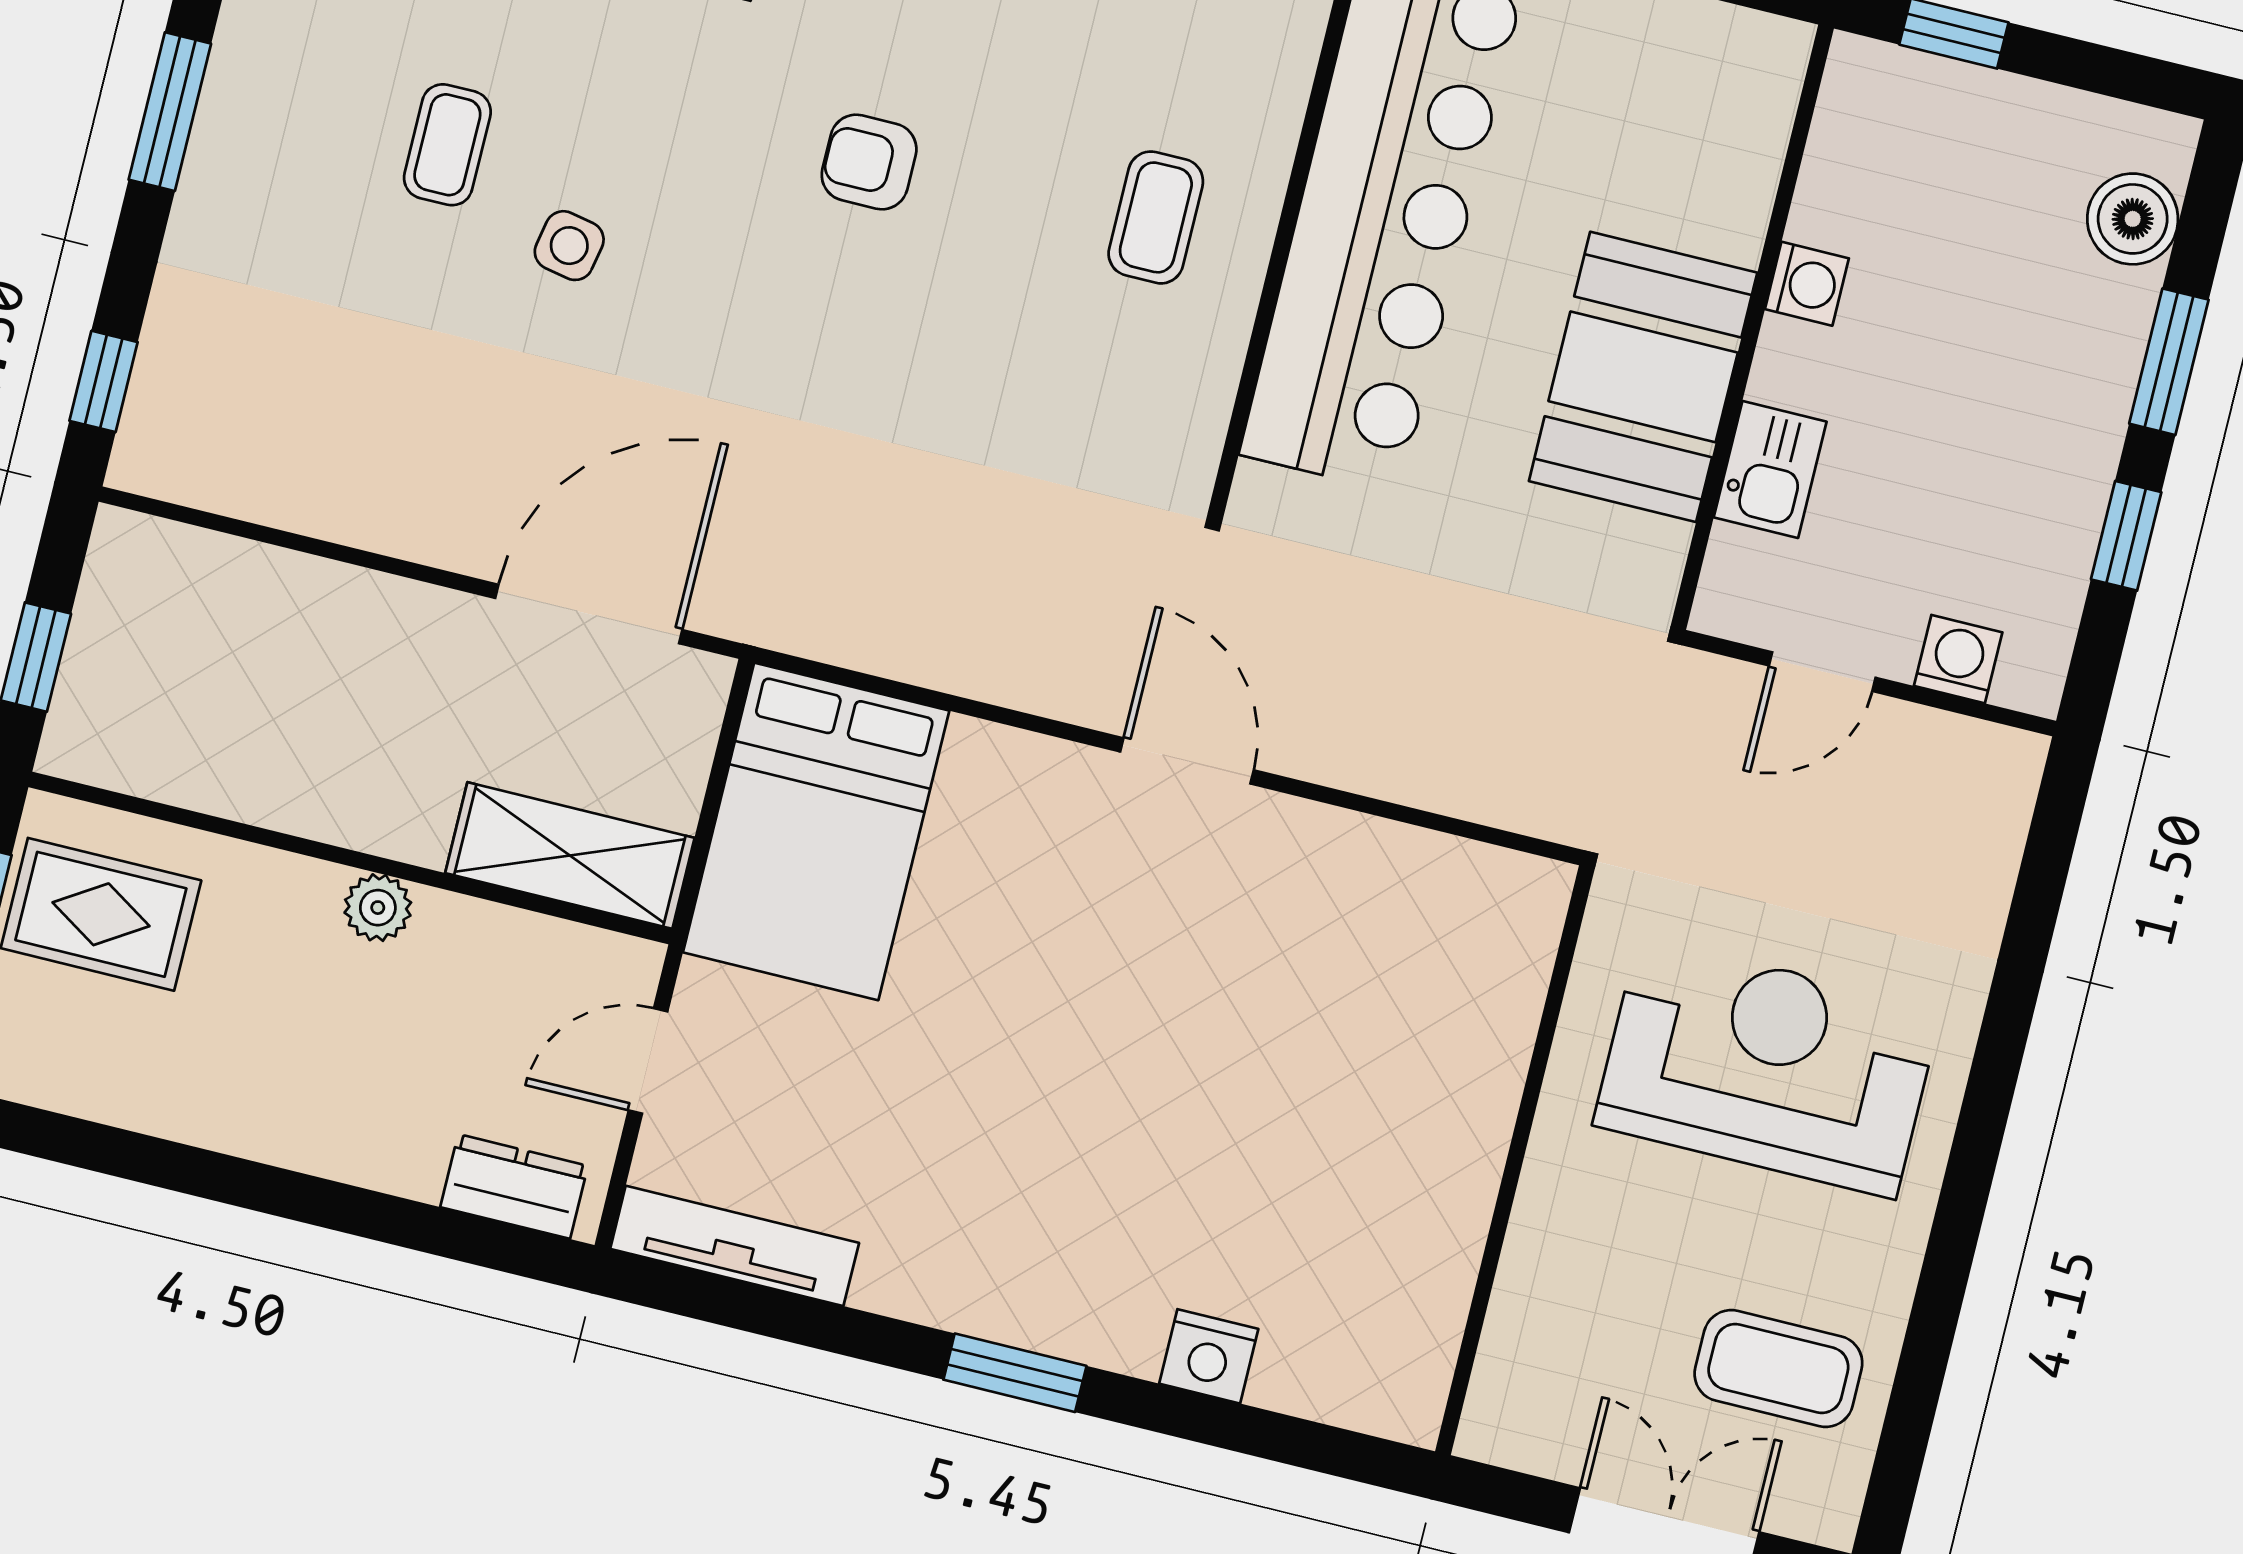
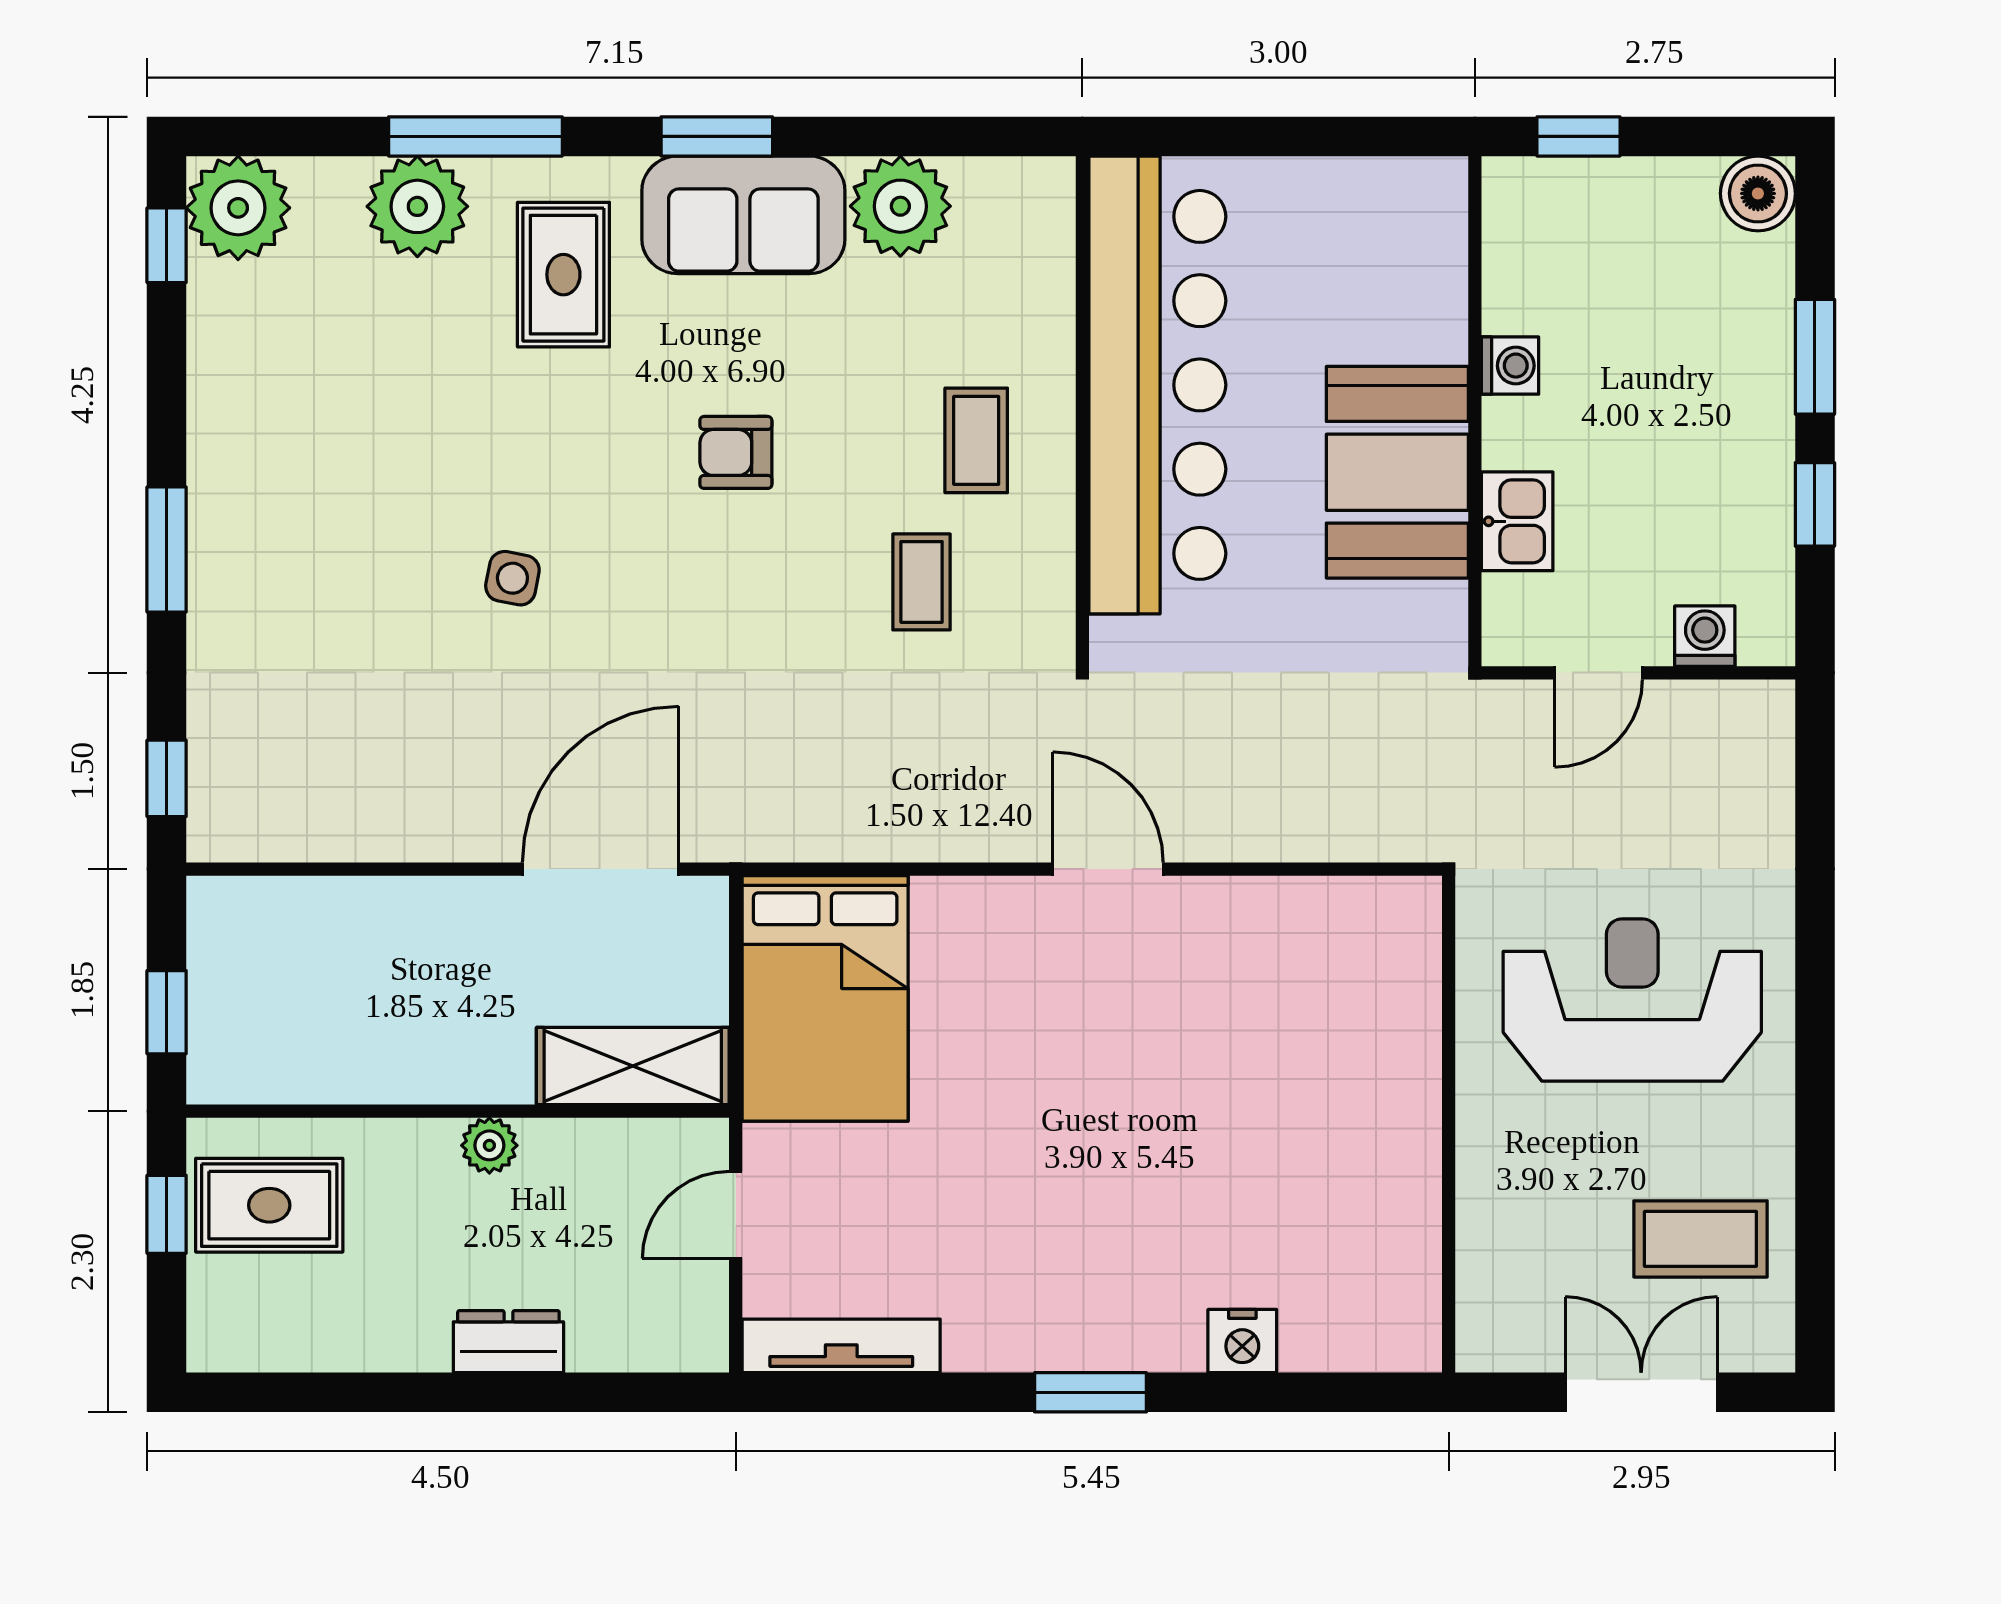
coffee table: (447, 145) -> (922, 582), moved
boiler: (2133, 219) -> (1758, 193), moved
dresser: (514, 1186) -> (508, 1342), moved

